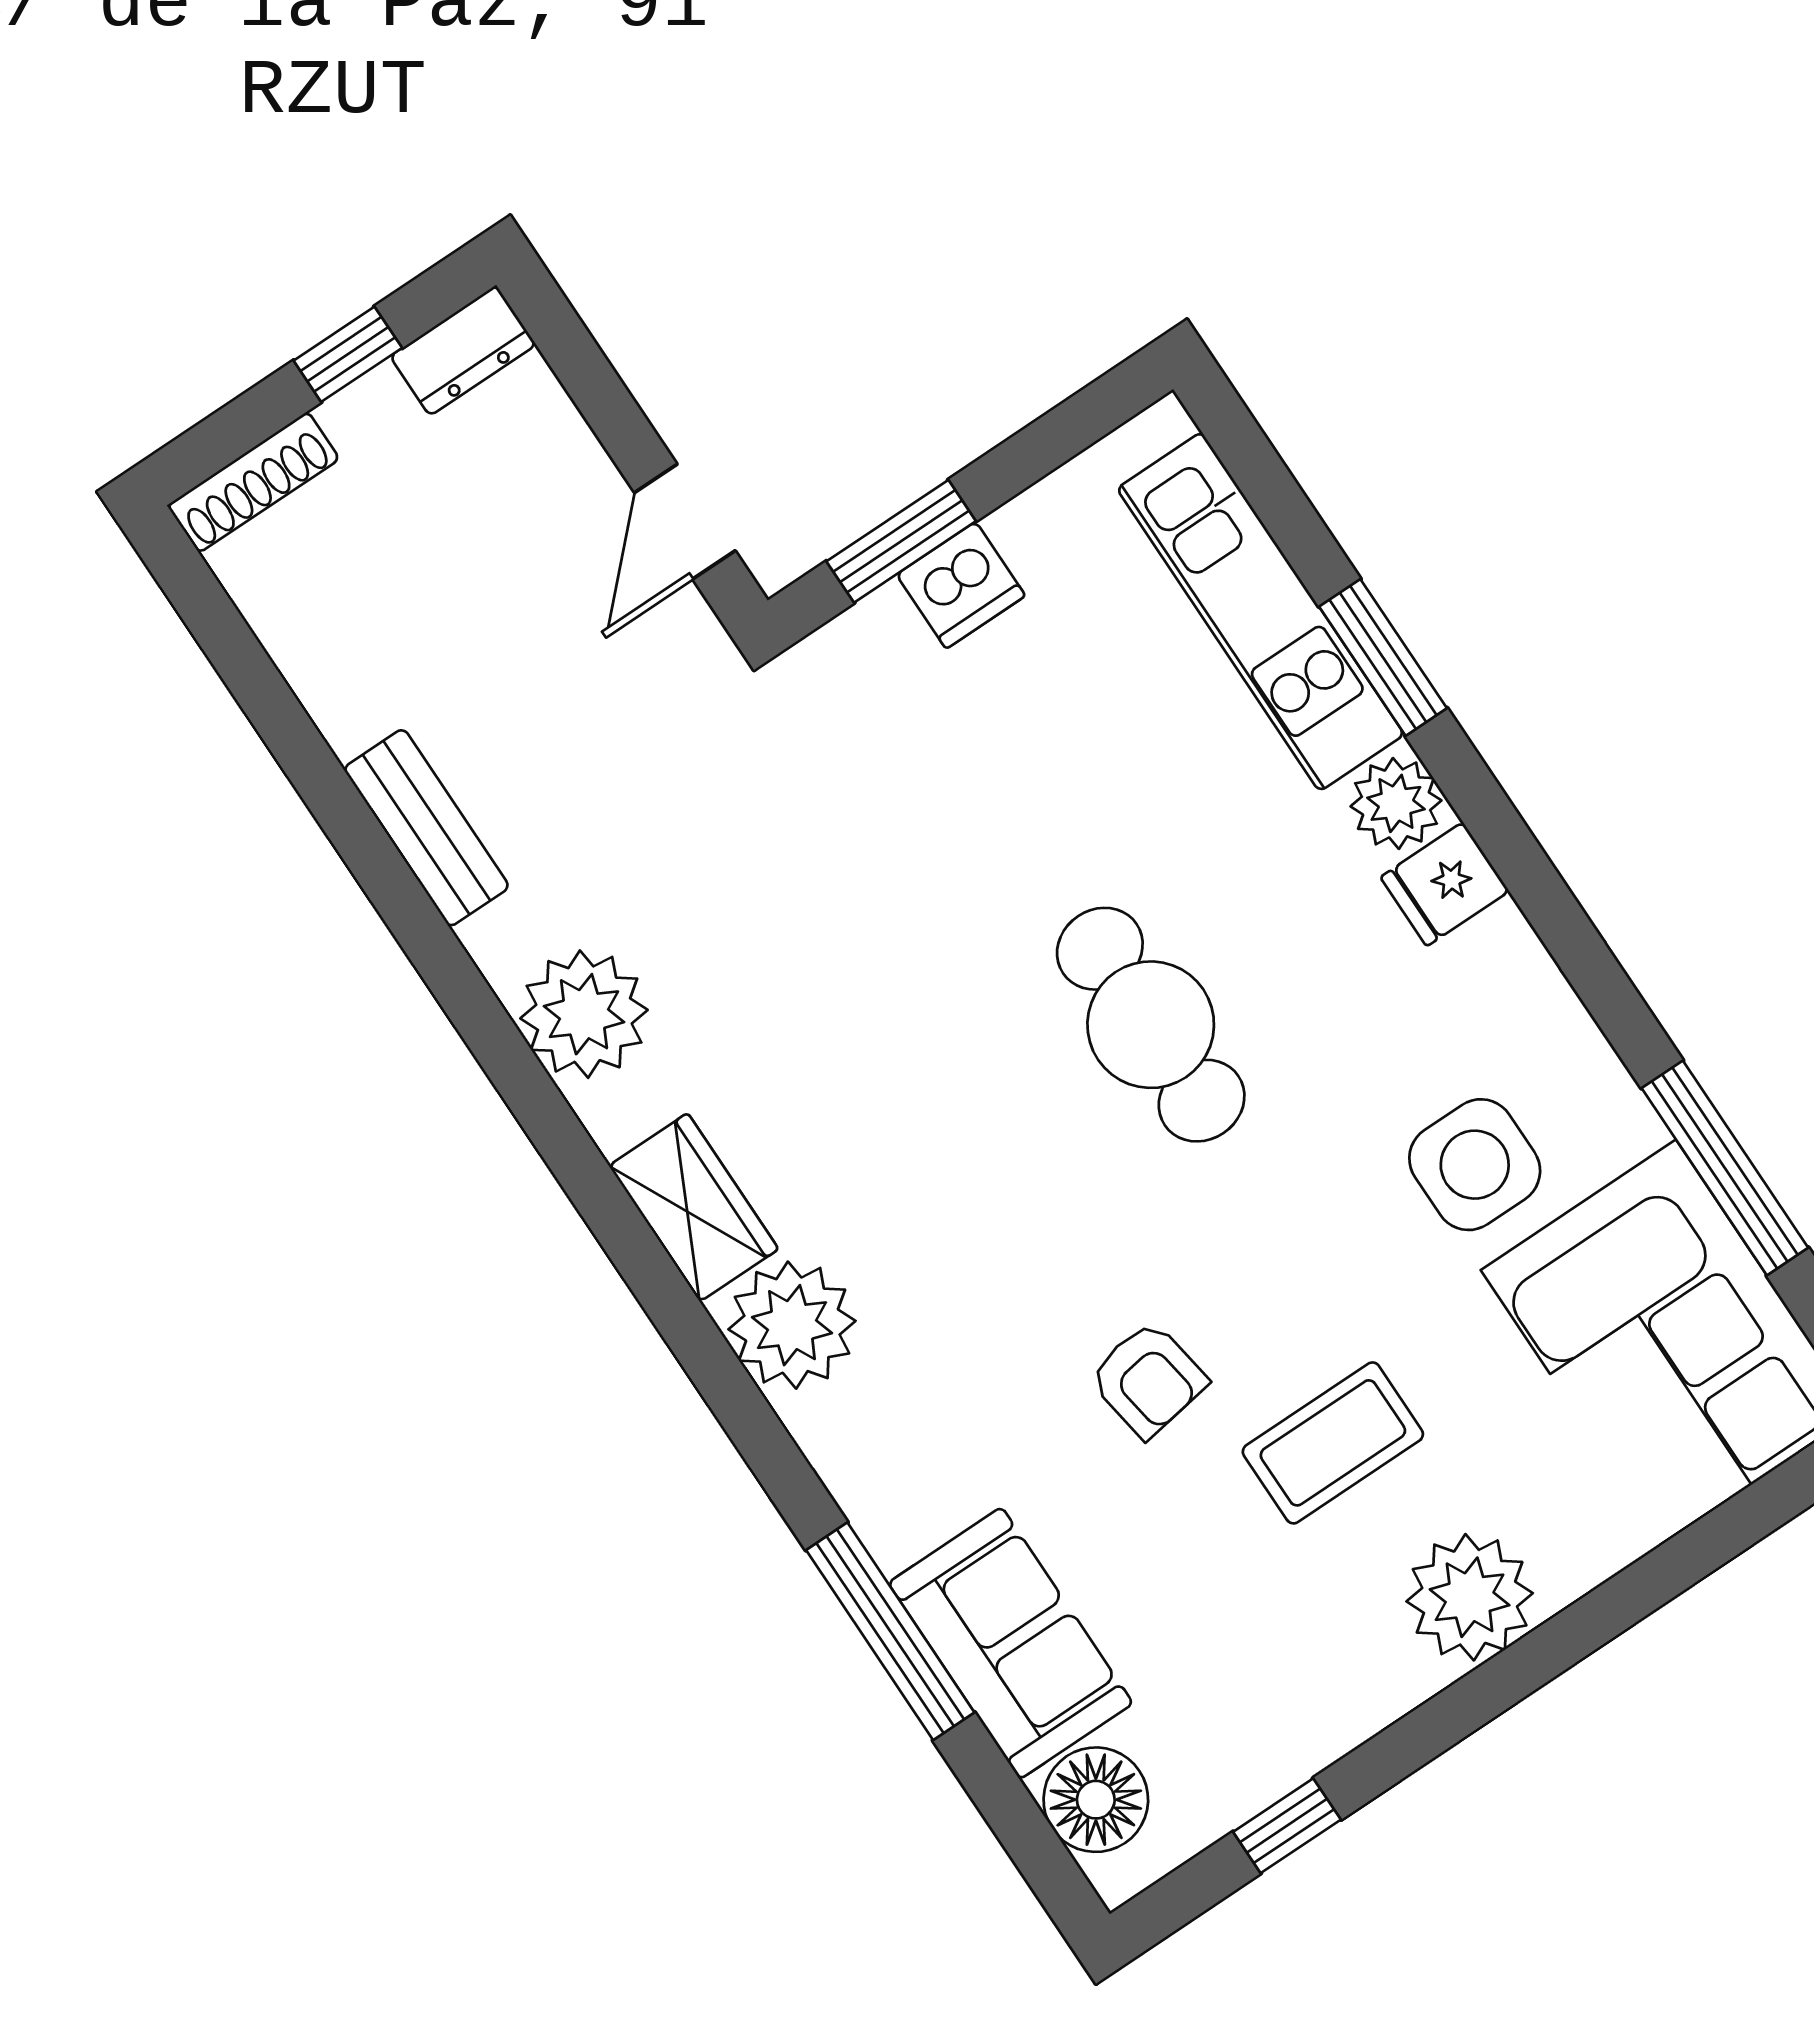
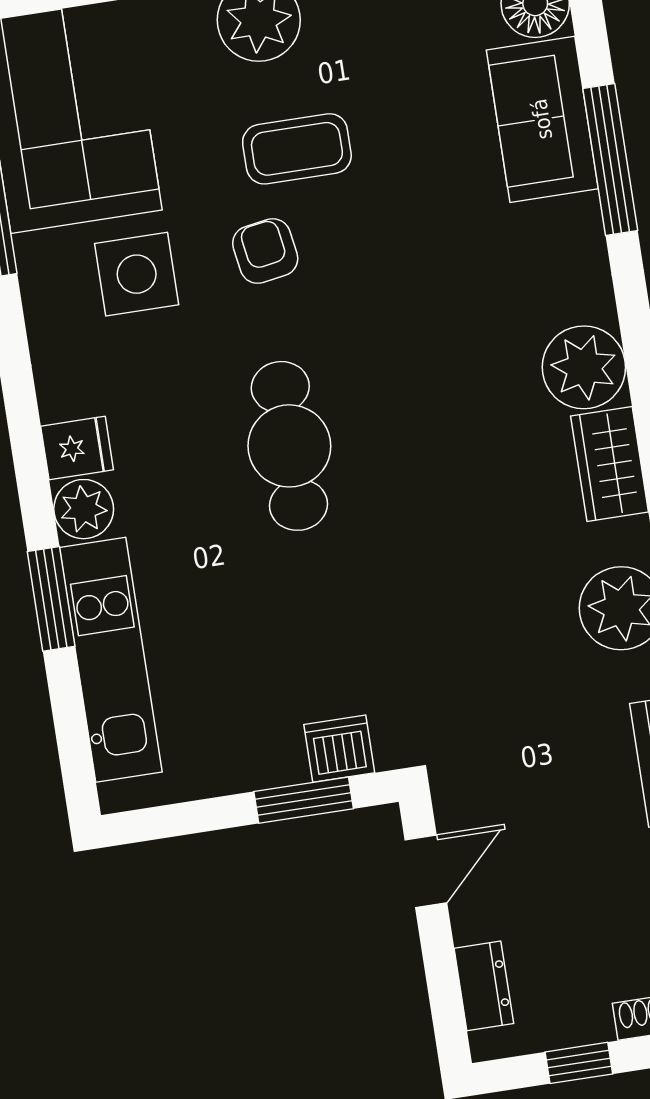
dresser: (463, 350) -> (484, 986), moved, turned 90
dishwasher: (961, 585) -> (339, 749), moved
armchair: (1148, 1379) -> (265, 251), moved

